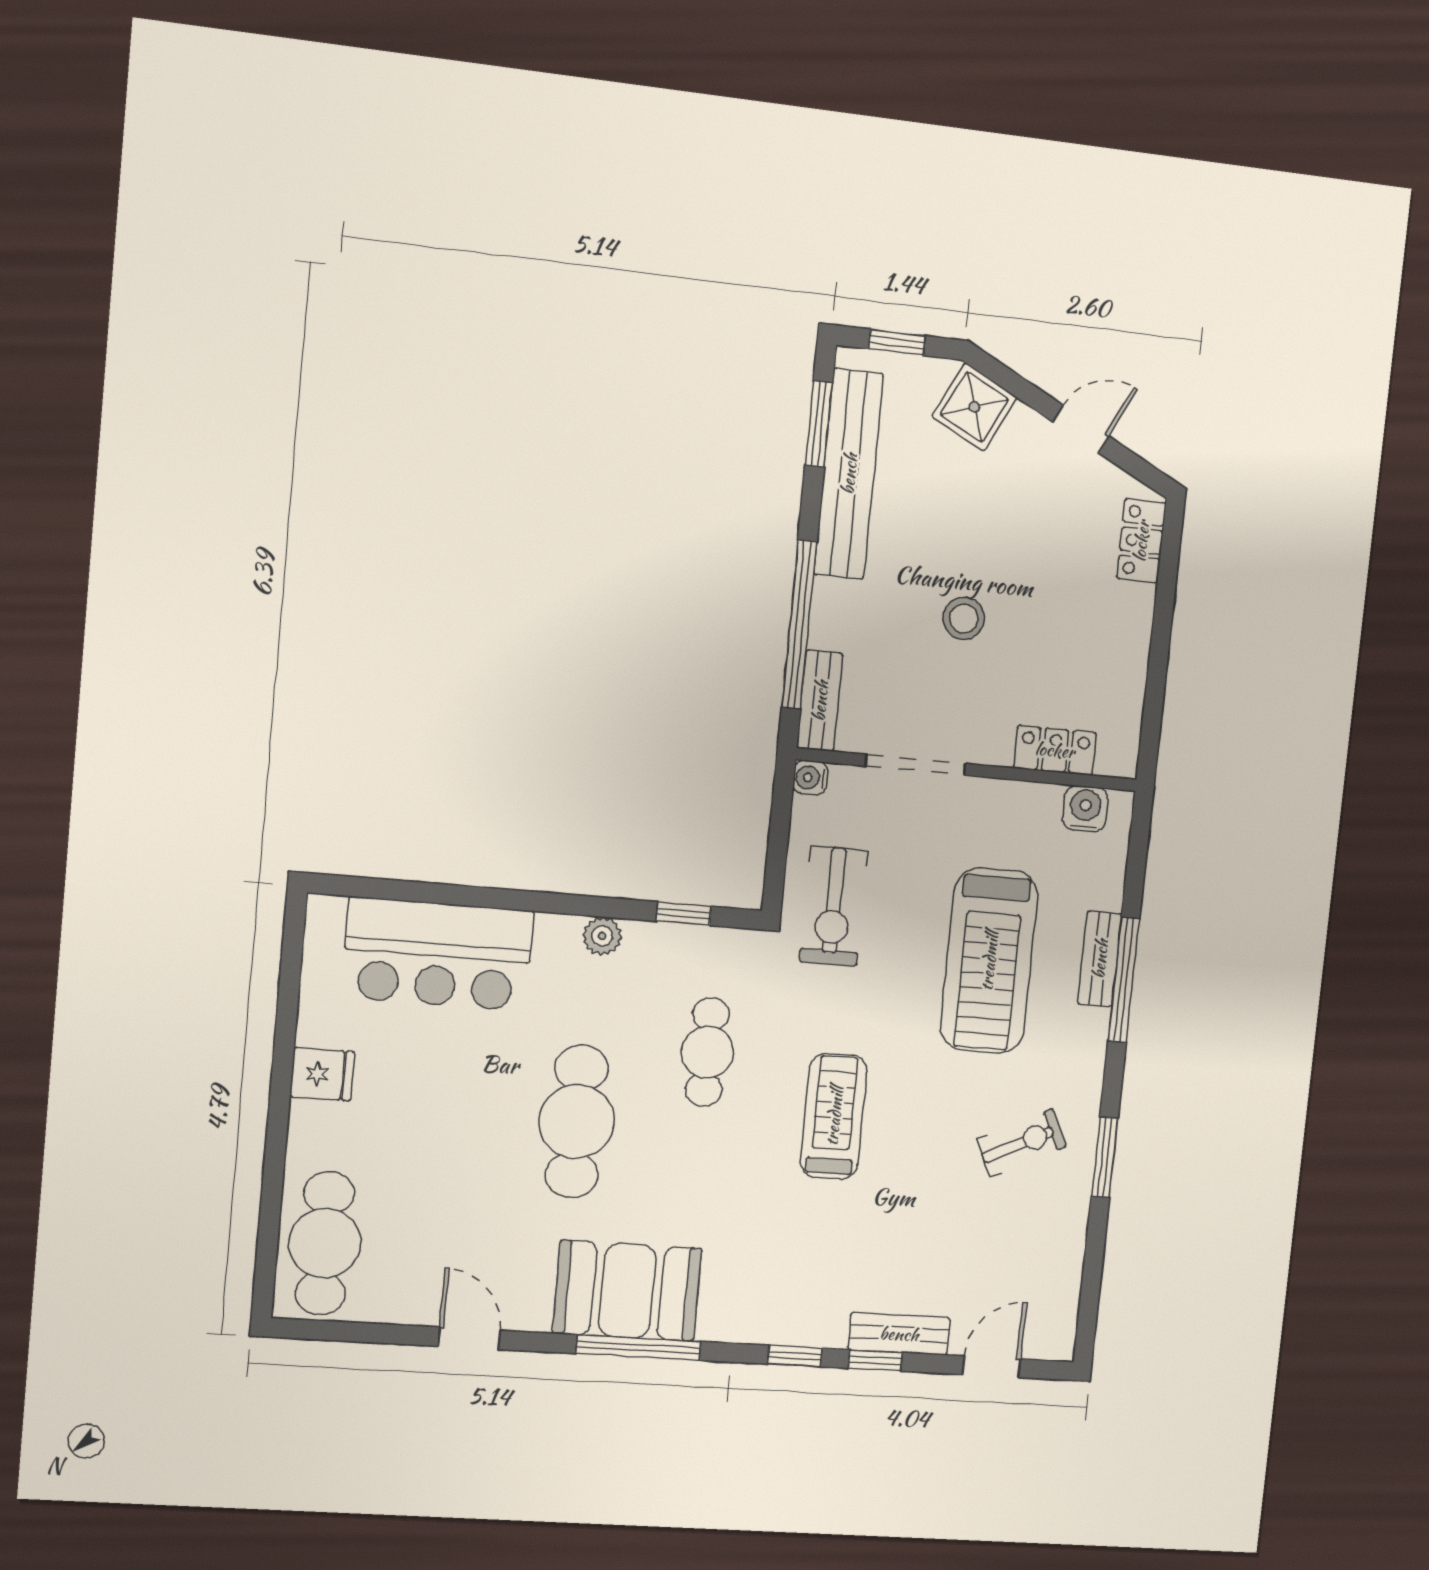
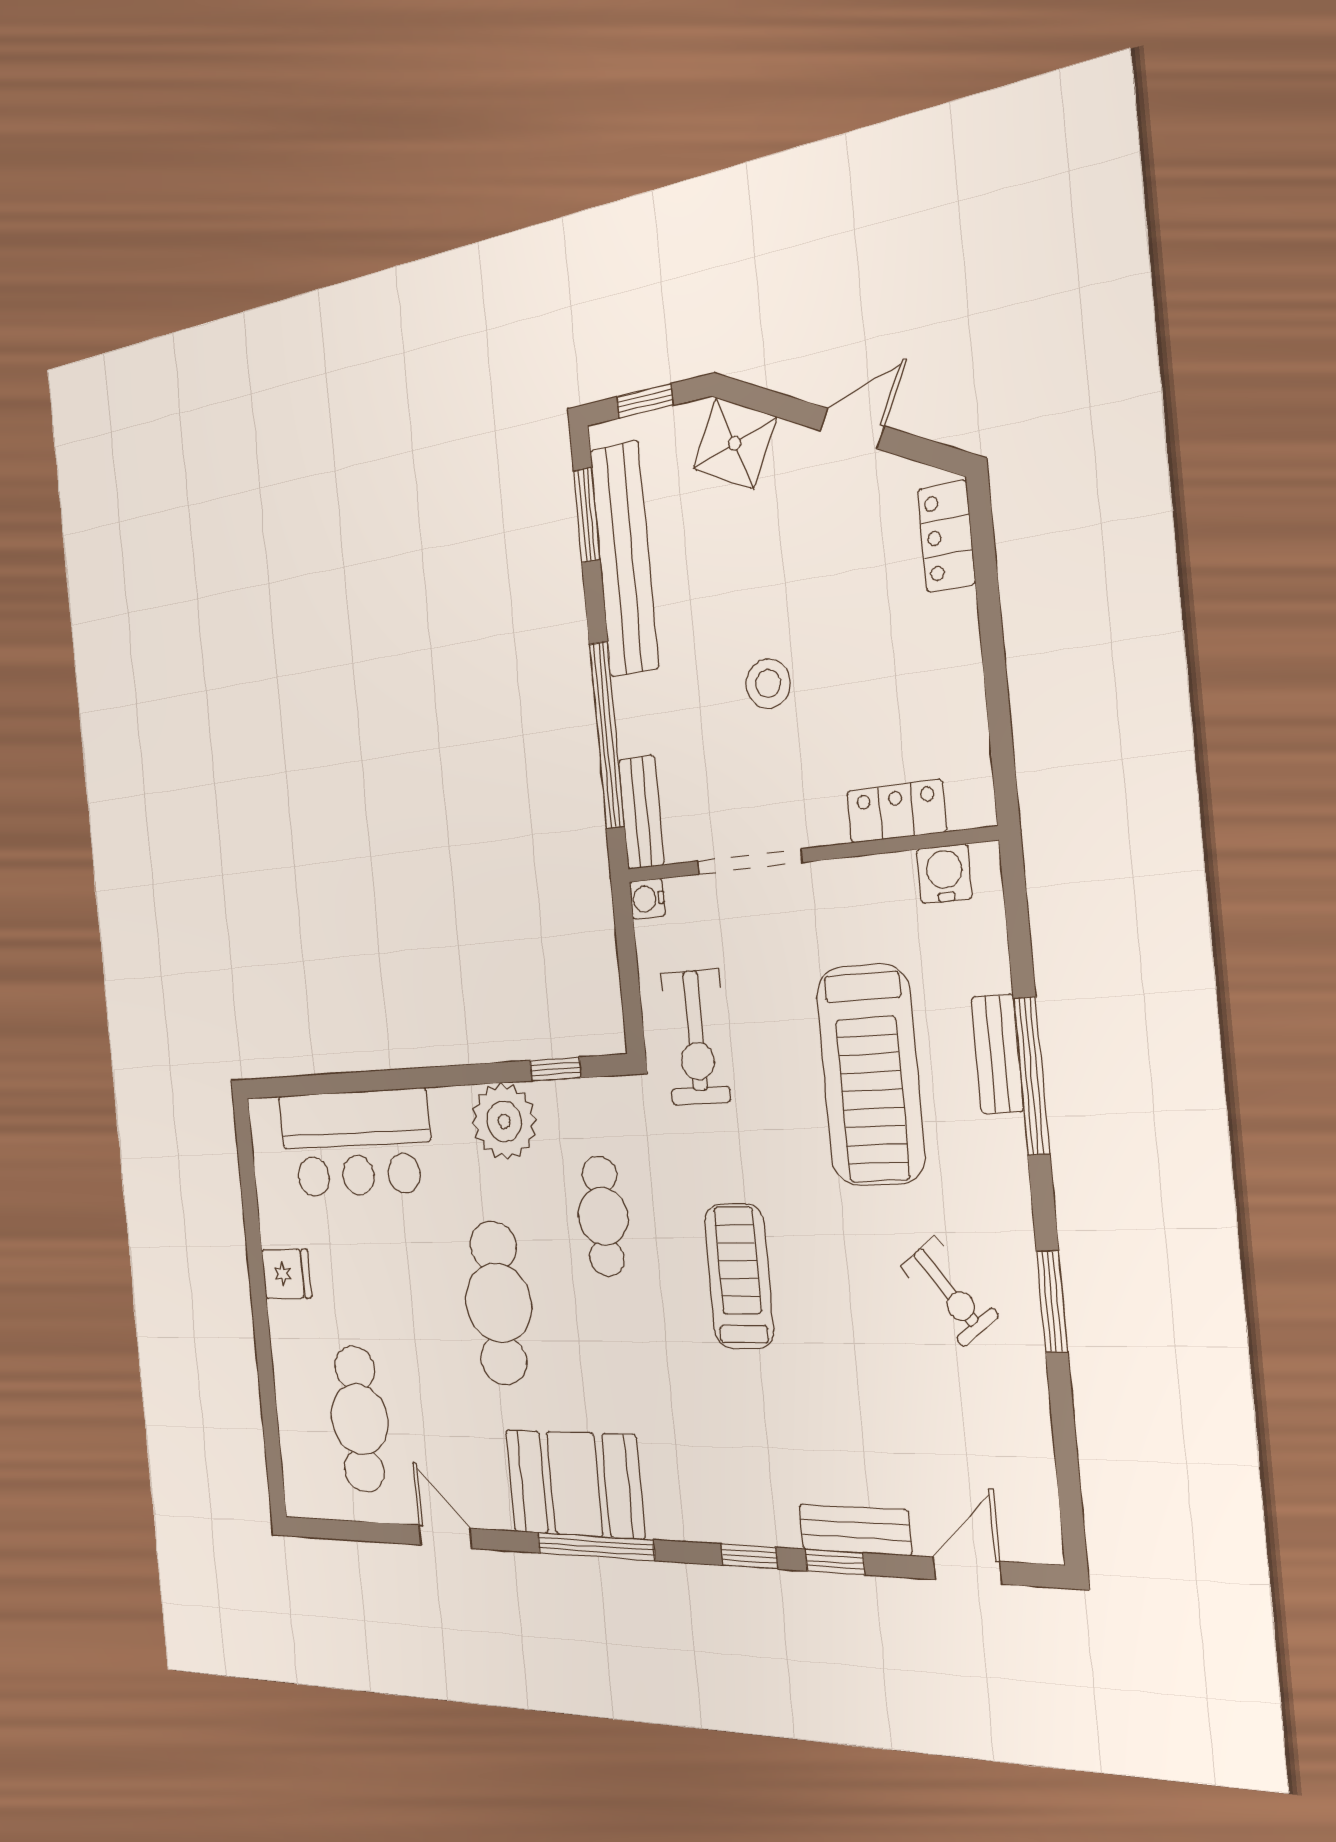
plant: (602, 936) -> (504, 1121), width x1.88, depth x1.88
exercise bike: (1021, 1143) -> (949, 1291), turned 79
cafe table: (325, 1243) -> (359, 1419), moved

